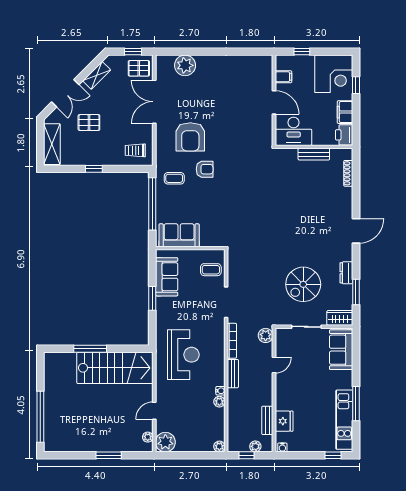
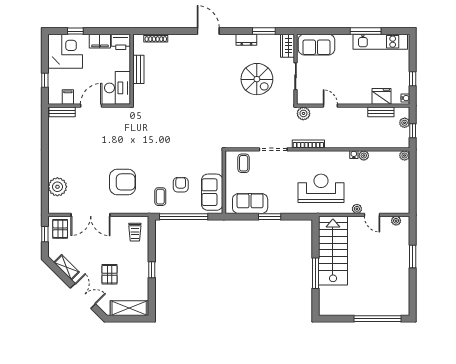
armchair: (205, 169) -> (181, 185), moved
bench: (233, 374) -> (62, 112), moved
plant: (165, 442) -> (357, 209), moved, width x0.53, depth x0.53
window: (333, 455) -> (413, 79), moved

